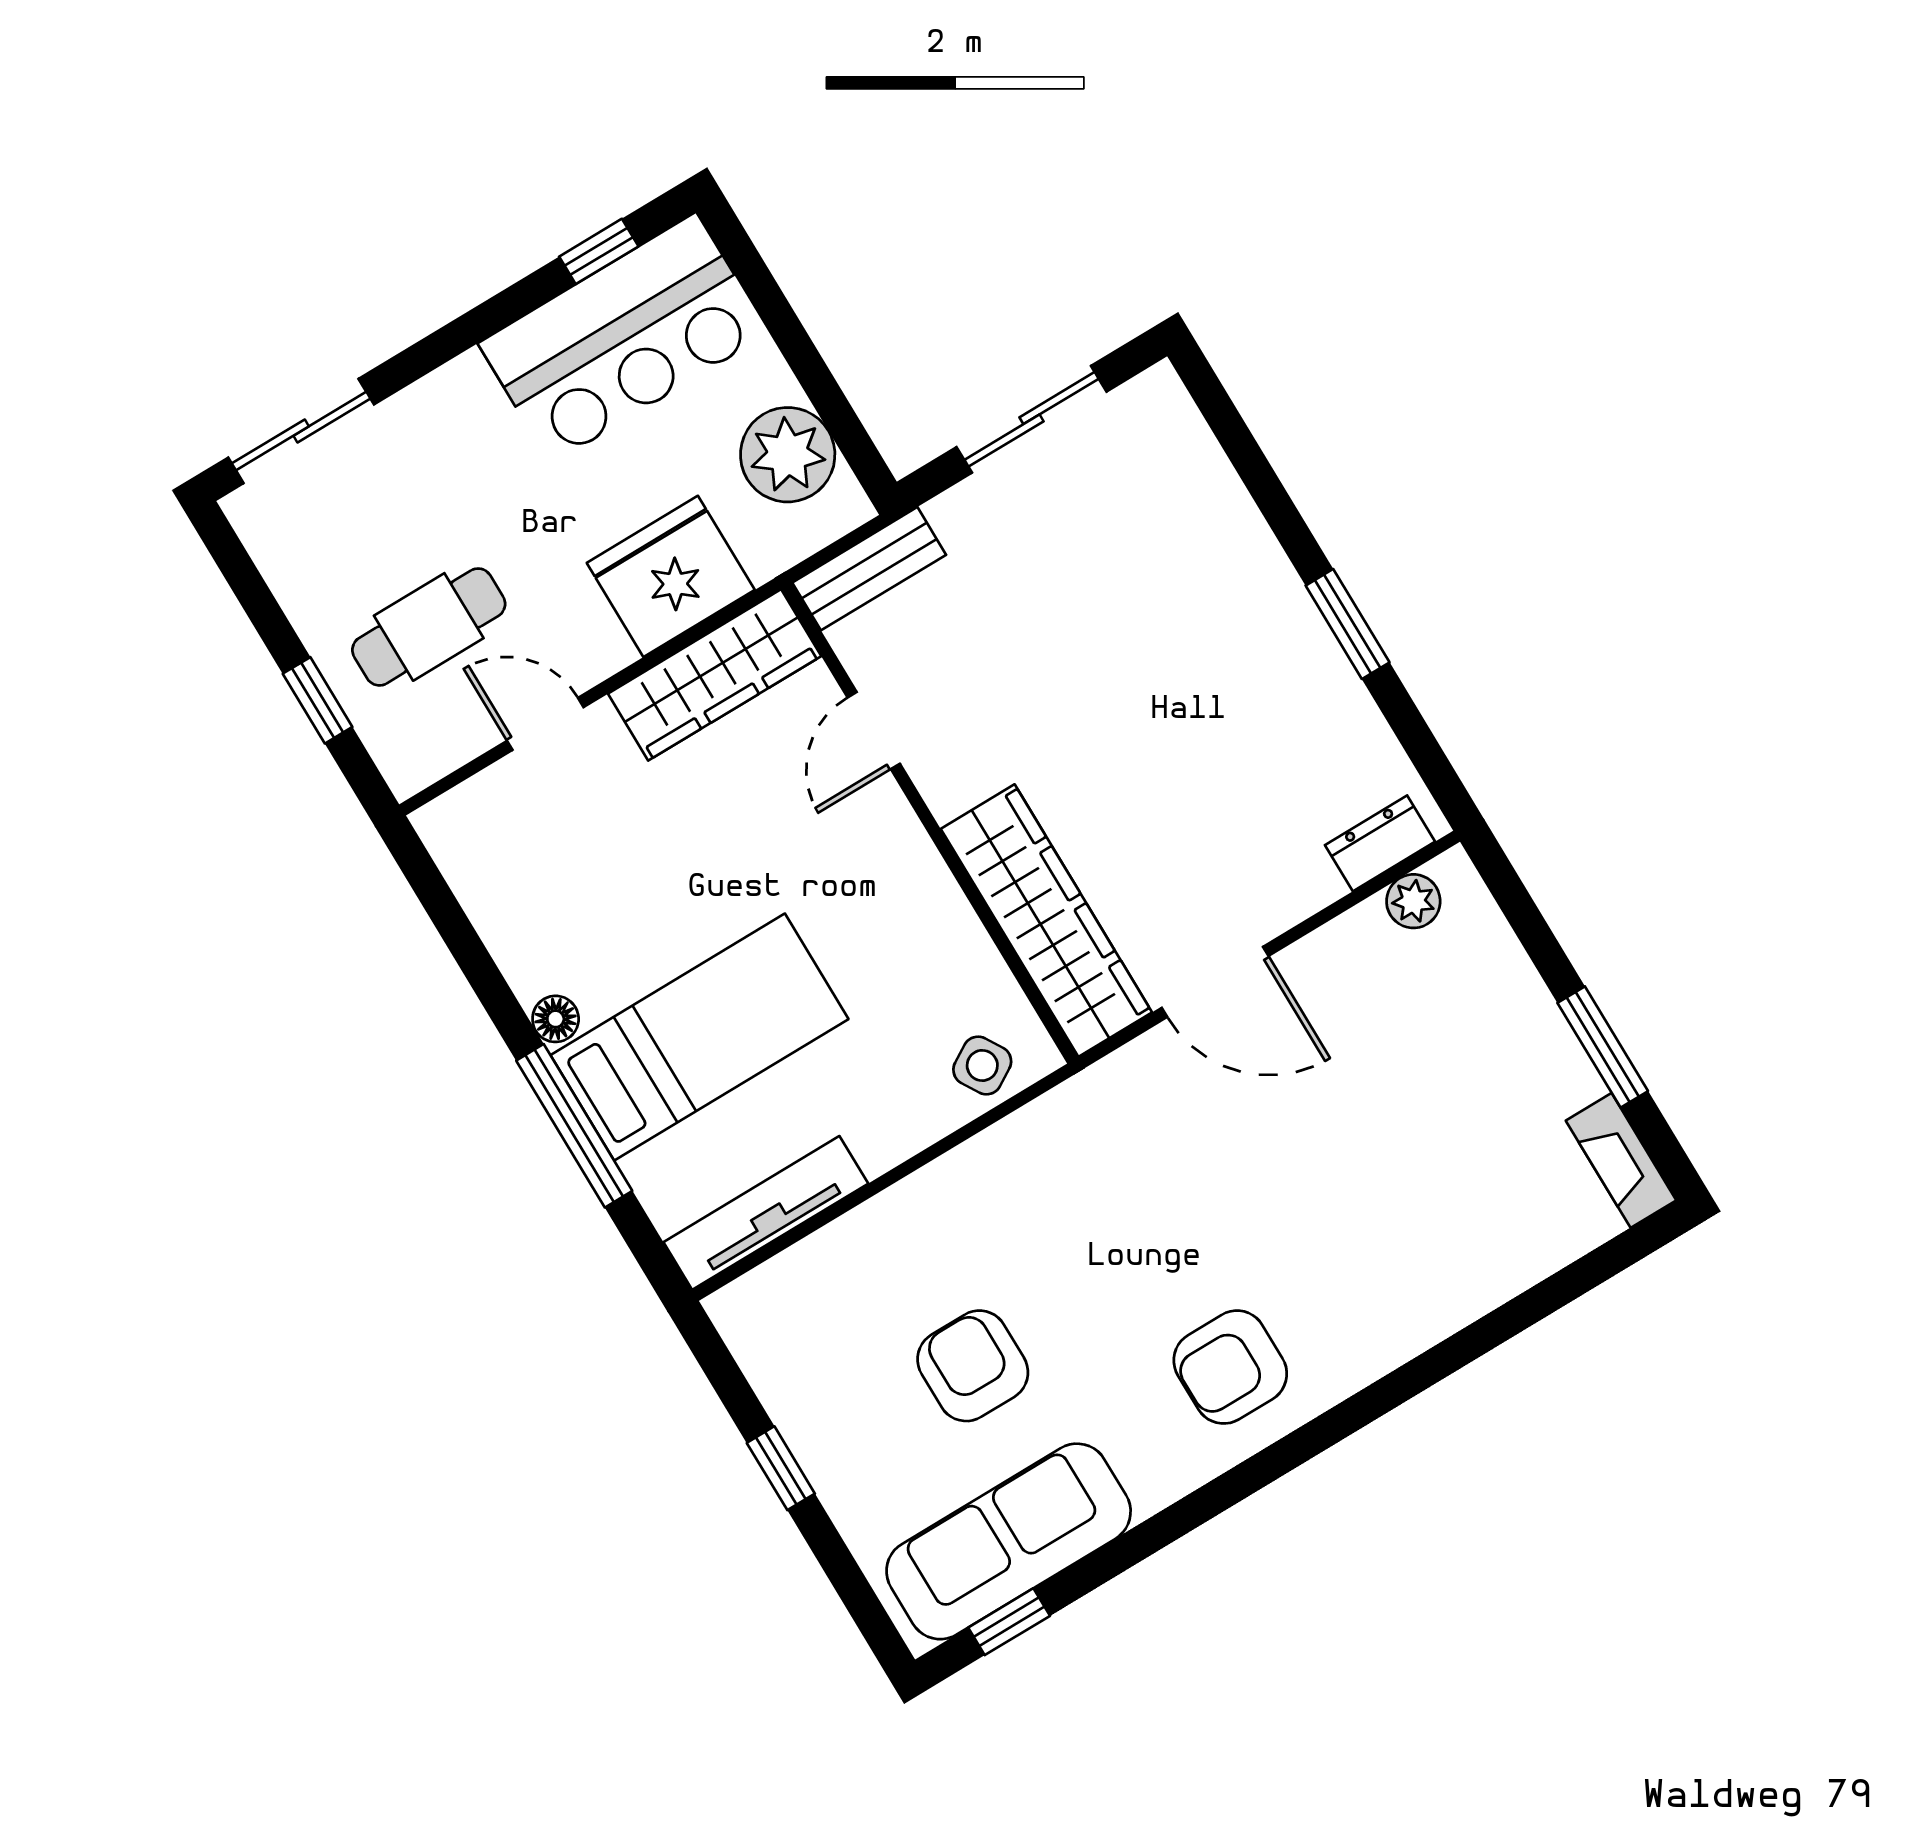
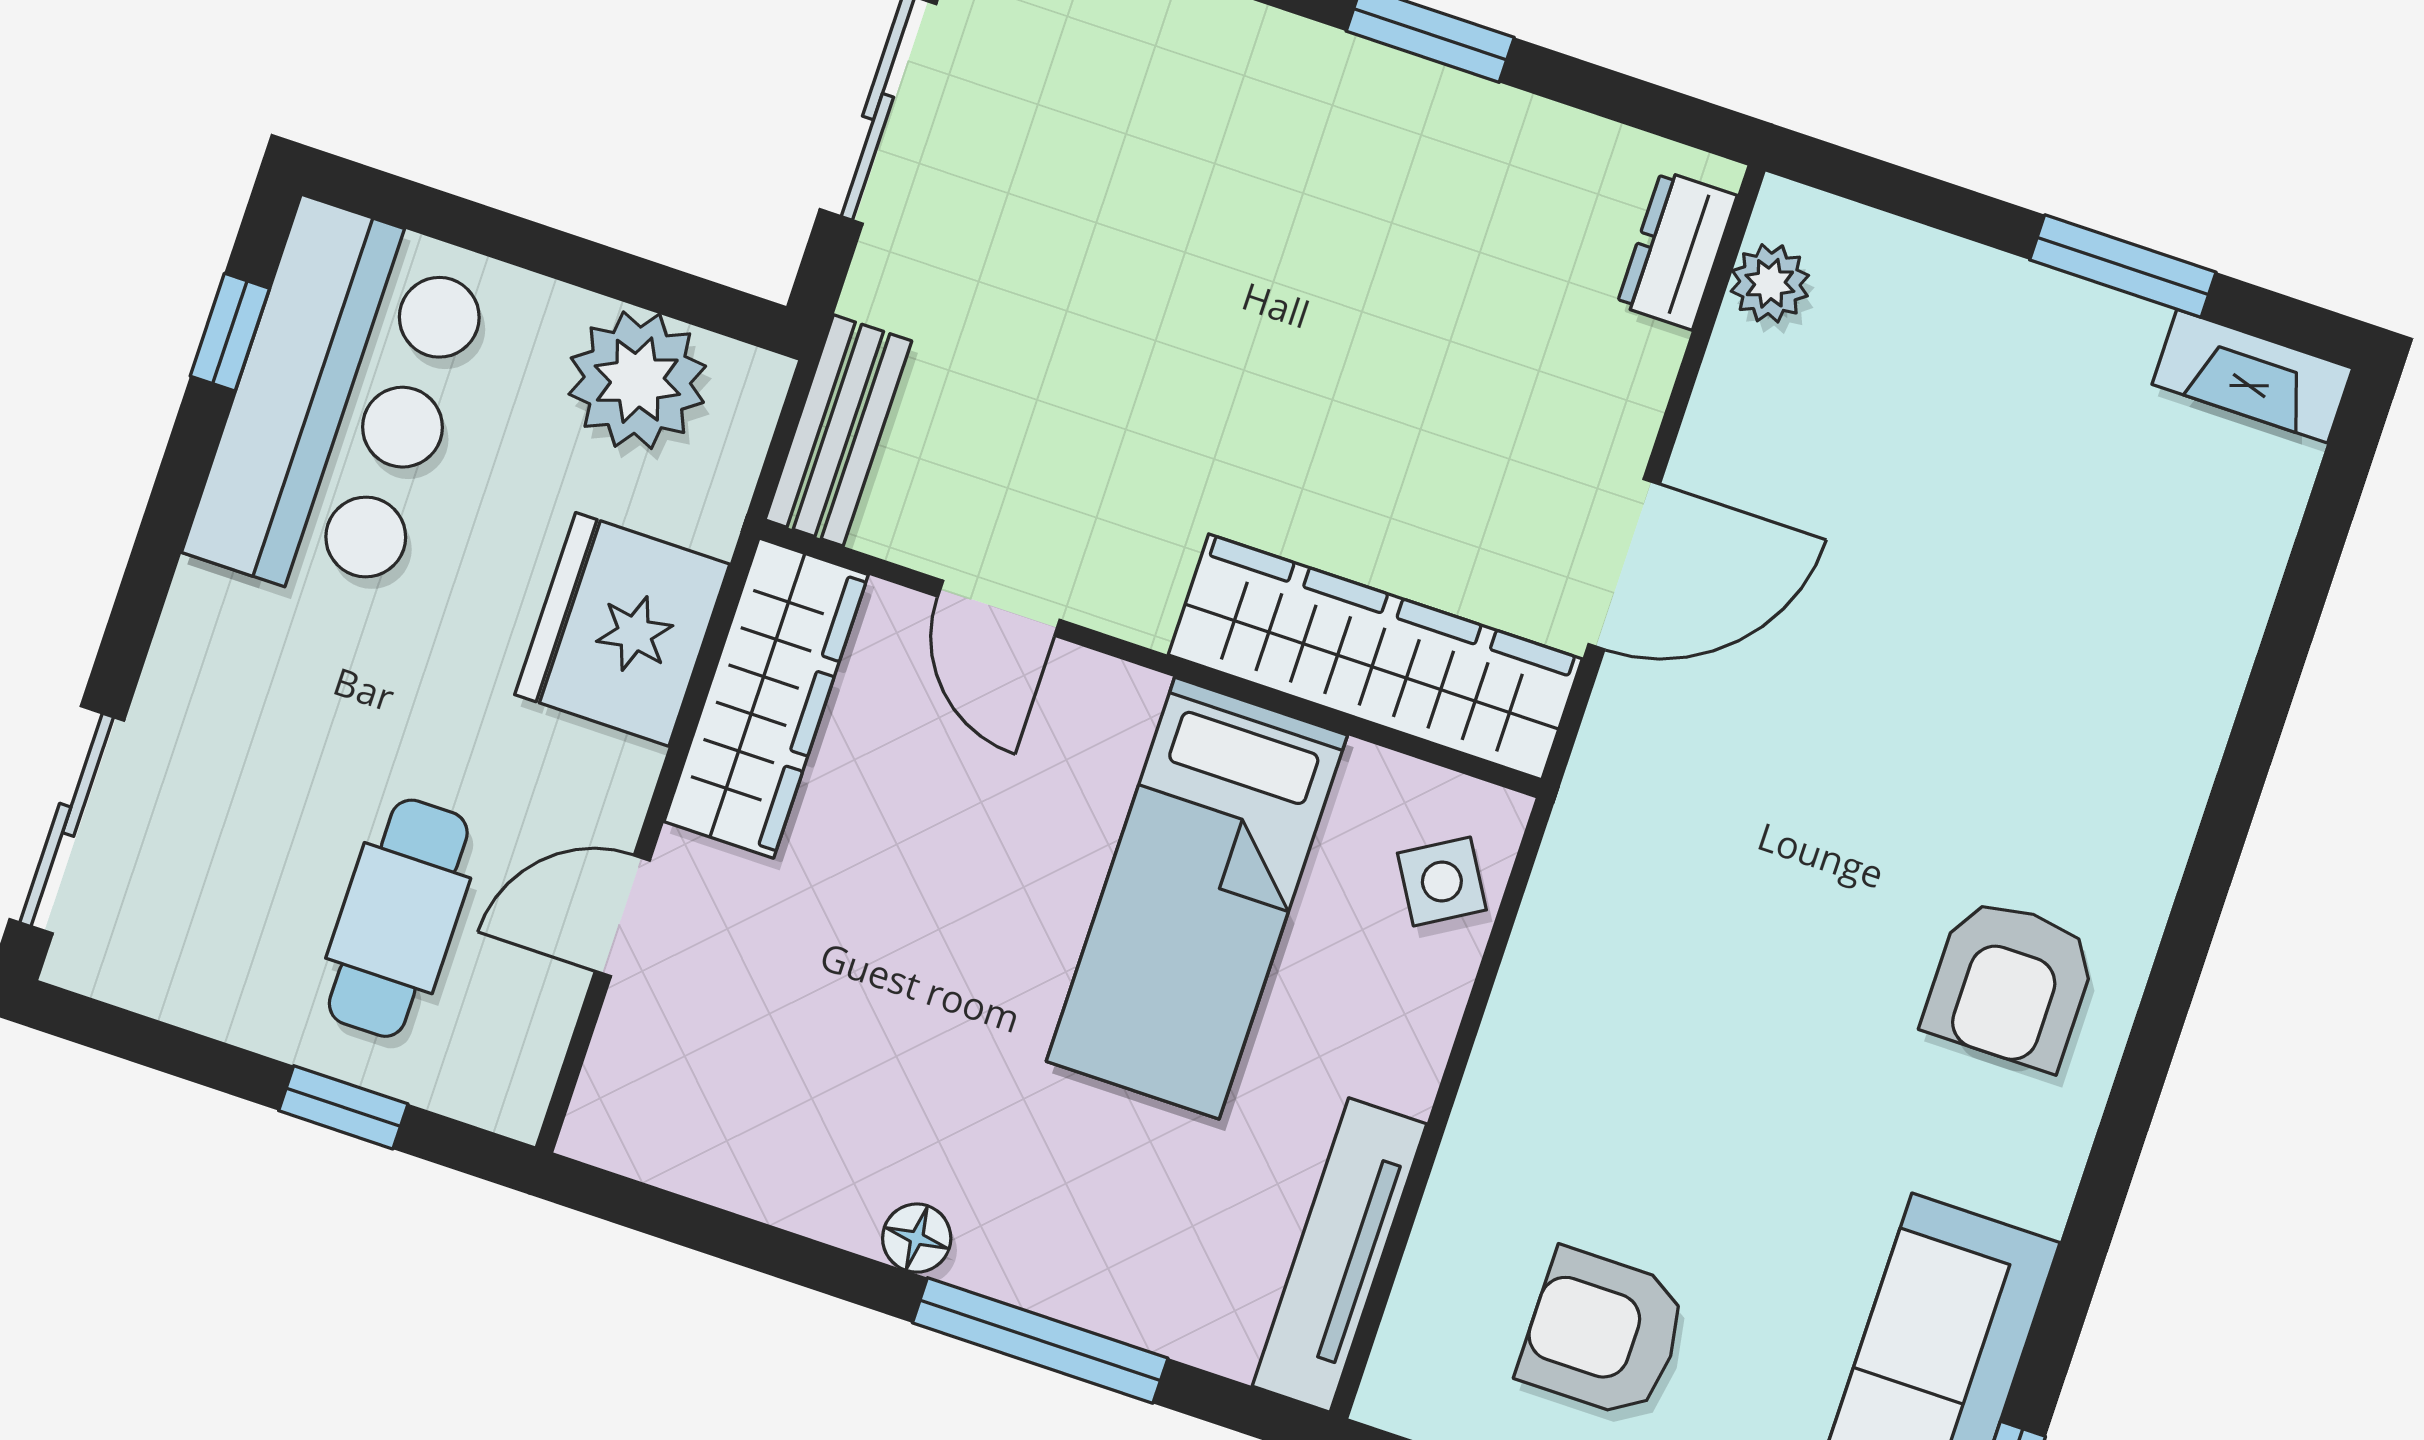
bed: (699, 1037) -> (1197, 898), moved, turned 180
armchair: (973, 1366) -> (1603, 1333), moved

